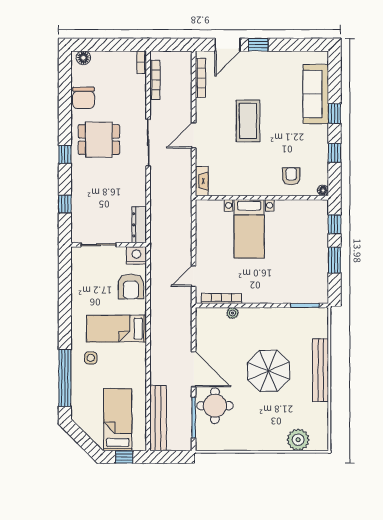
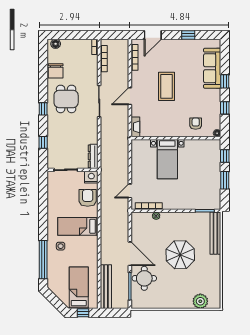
window: (258, 45) -> (188, 35), moved
dining table: (99, 140) -> (66, 99), turned 90
armchair: (131, 286) -> (88, 198), turned 180
bench: (321, 370) -> (215, 233), moved

